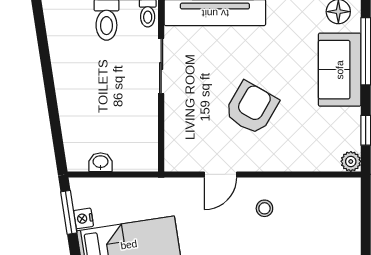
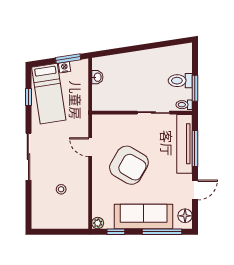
sofa: (340, 70) -> (144, 217), width x1.36
armchair: (251, 108) -> (129, 165), width x1.36, depth x1.36
stool: (264, 208) -> (61, 189), moved

